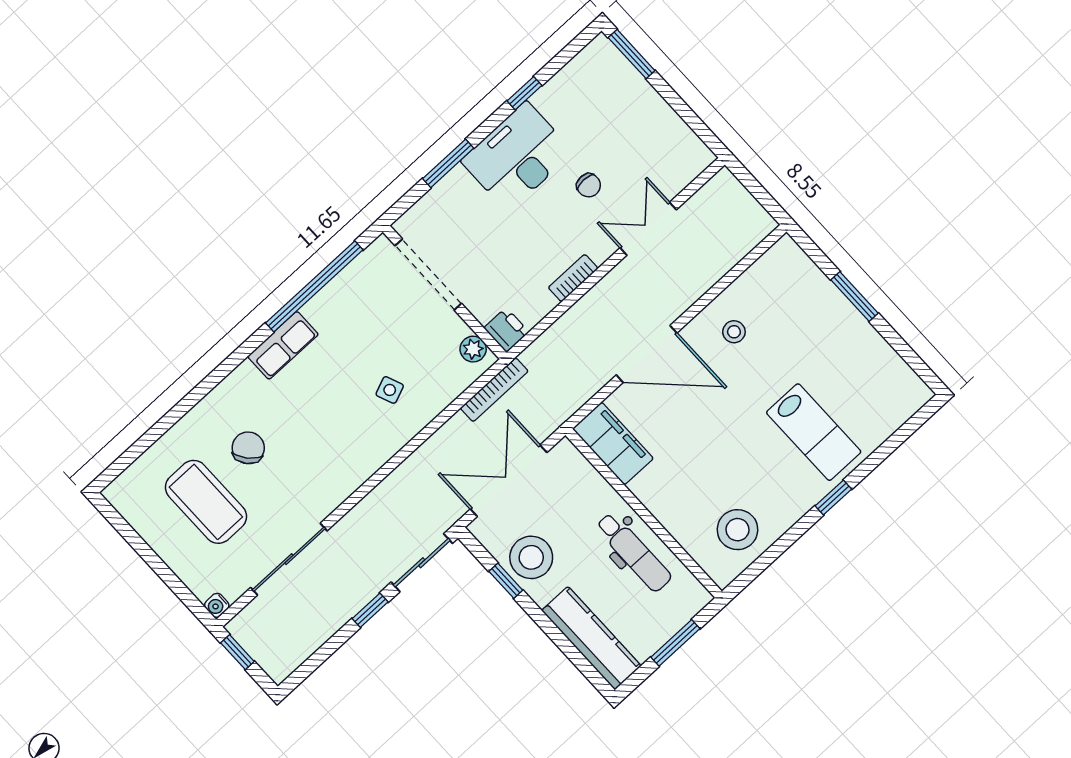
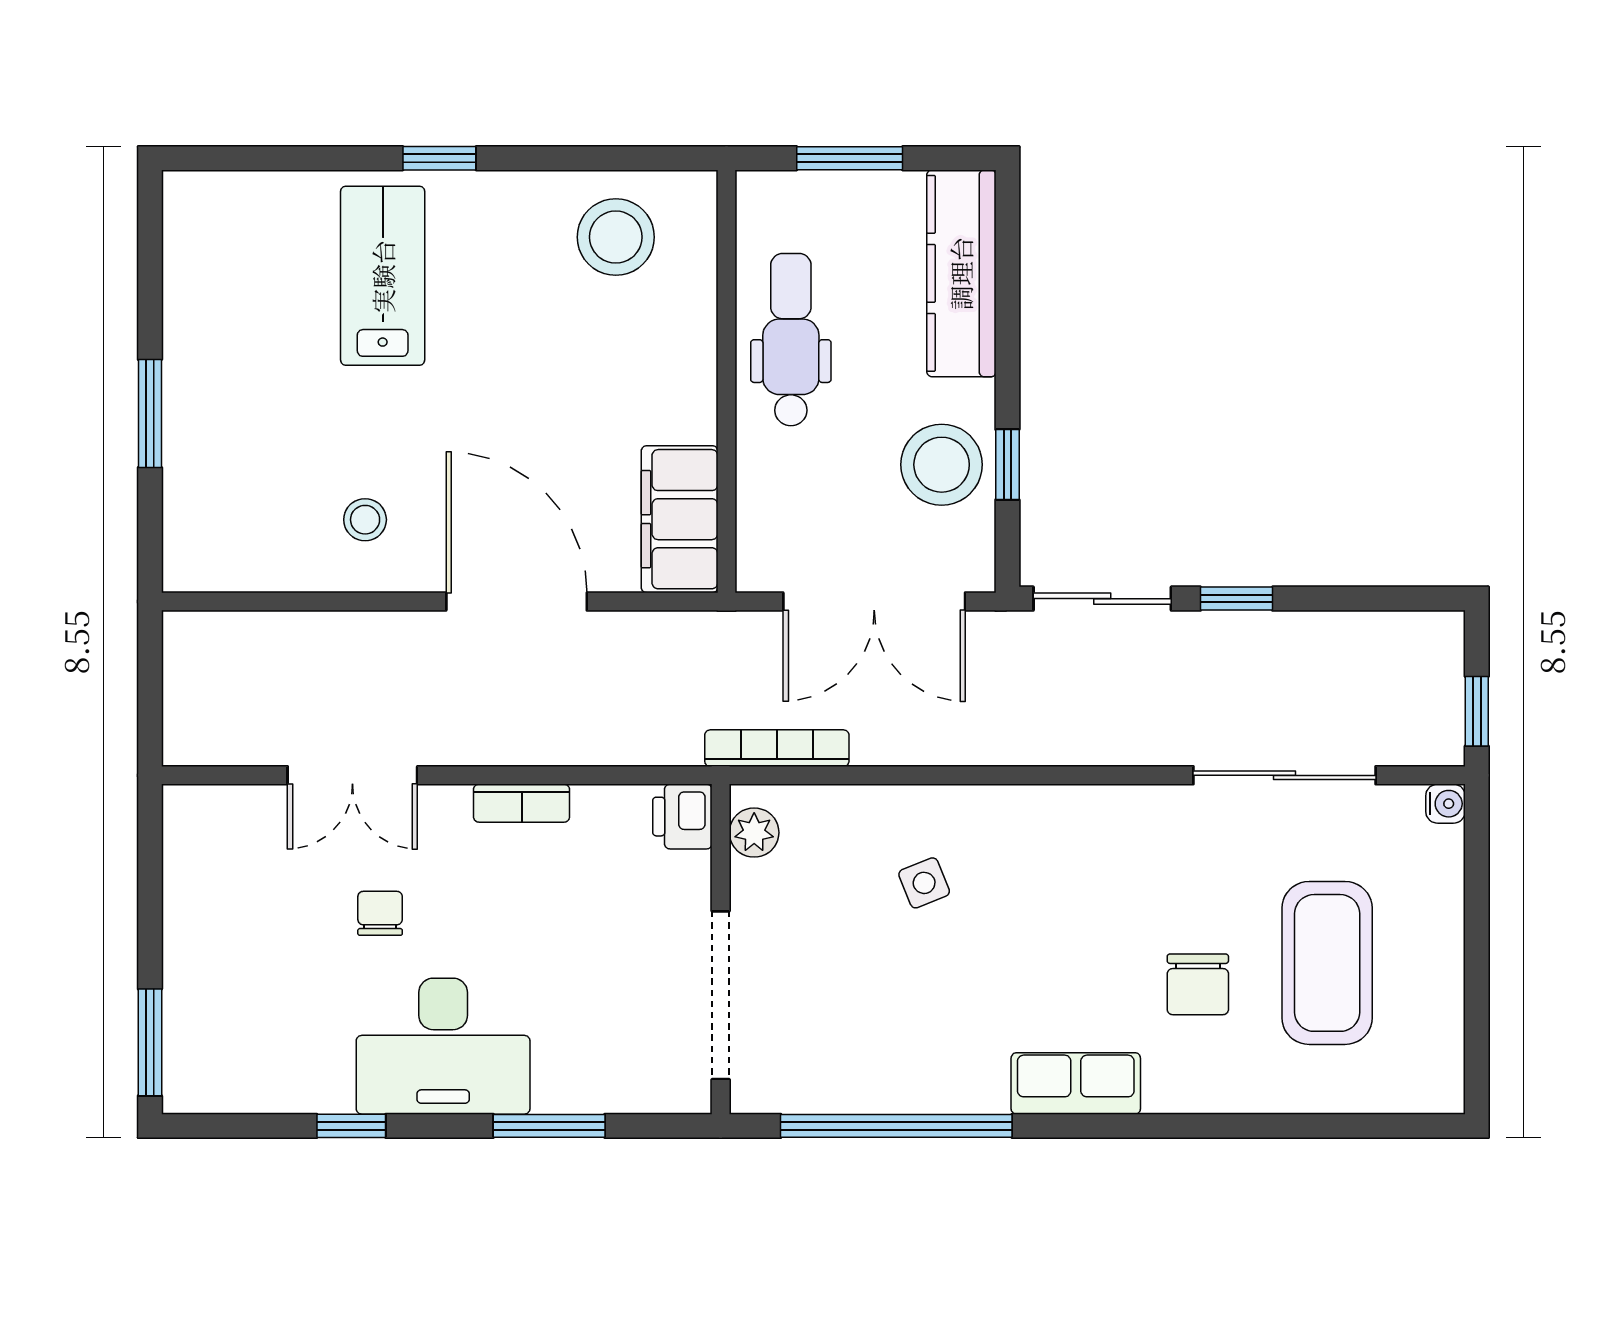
row of seats: (283, 345) -> (1076, 1083), moved
chair: (248, 448) -> (1198, 984), turned -49

